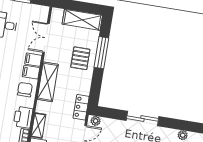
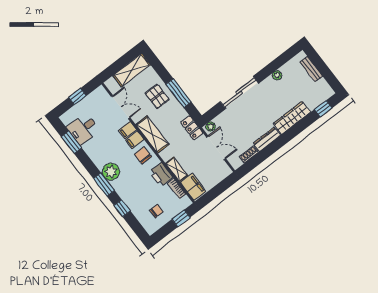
double door: (46, 38) -> (121, 107), swing flipped
window: (101, 53) -> (179, 93), moved
sliding door: (142, 118) -> (239, 92), width x1.37

